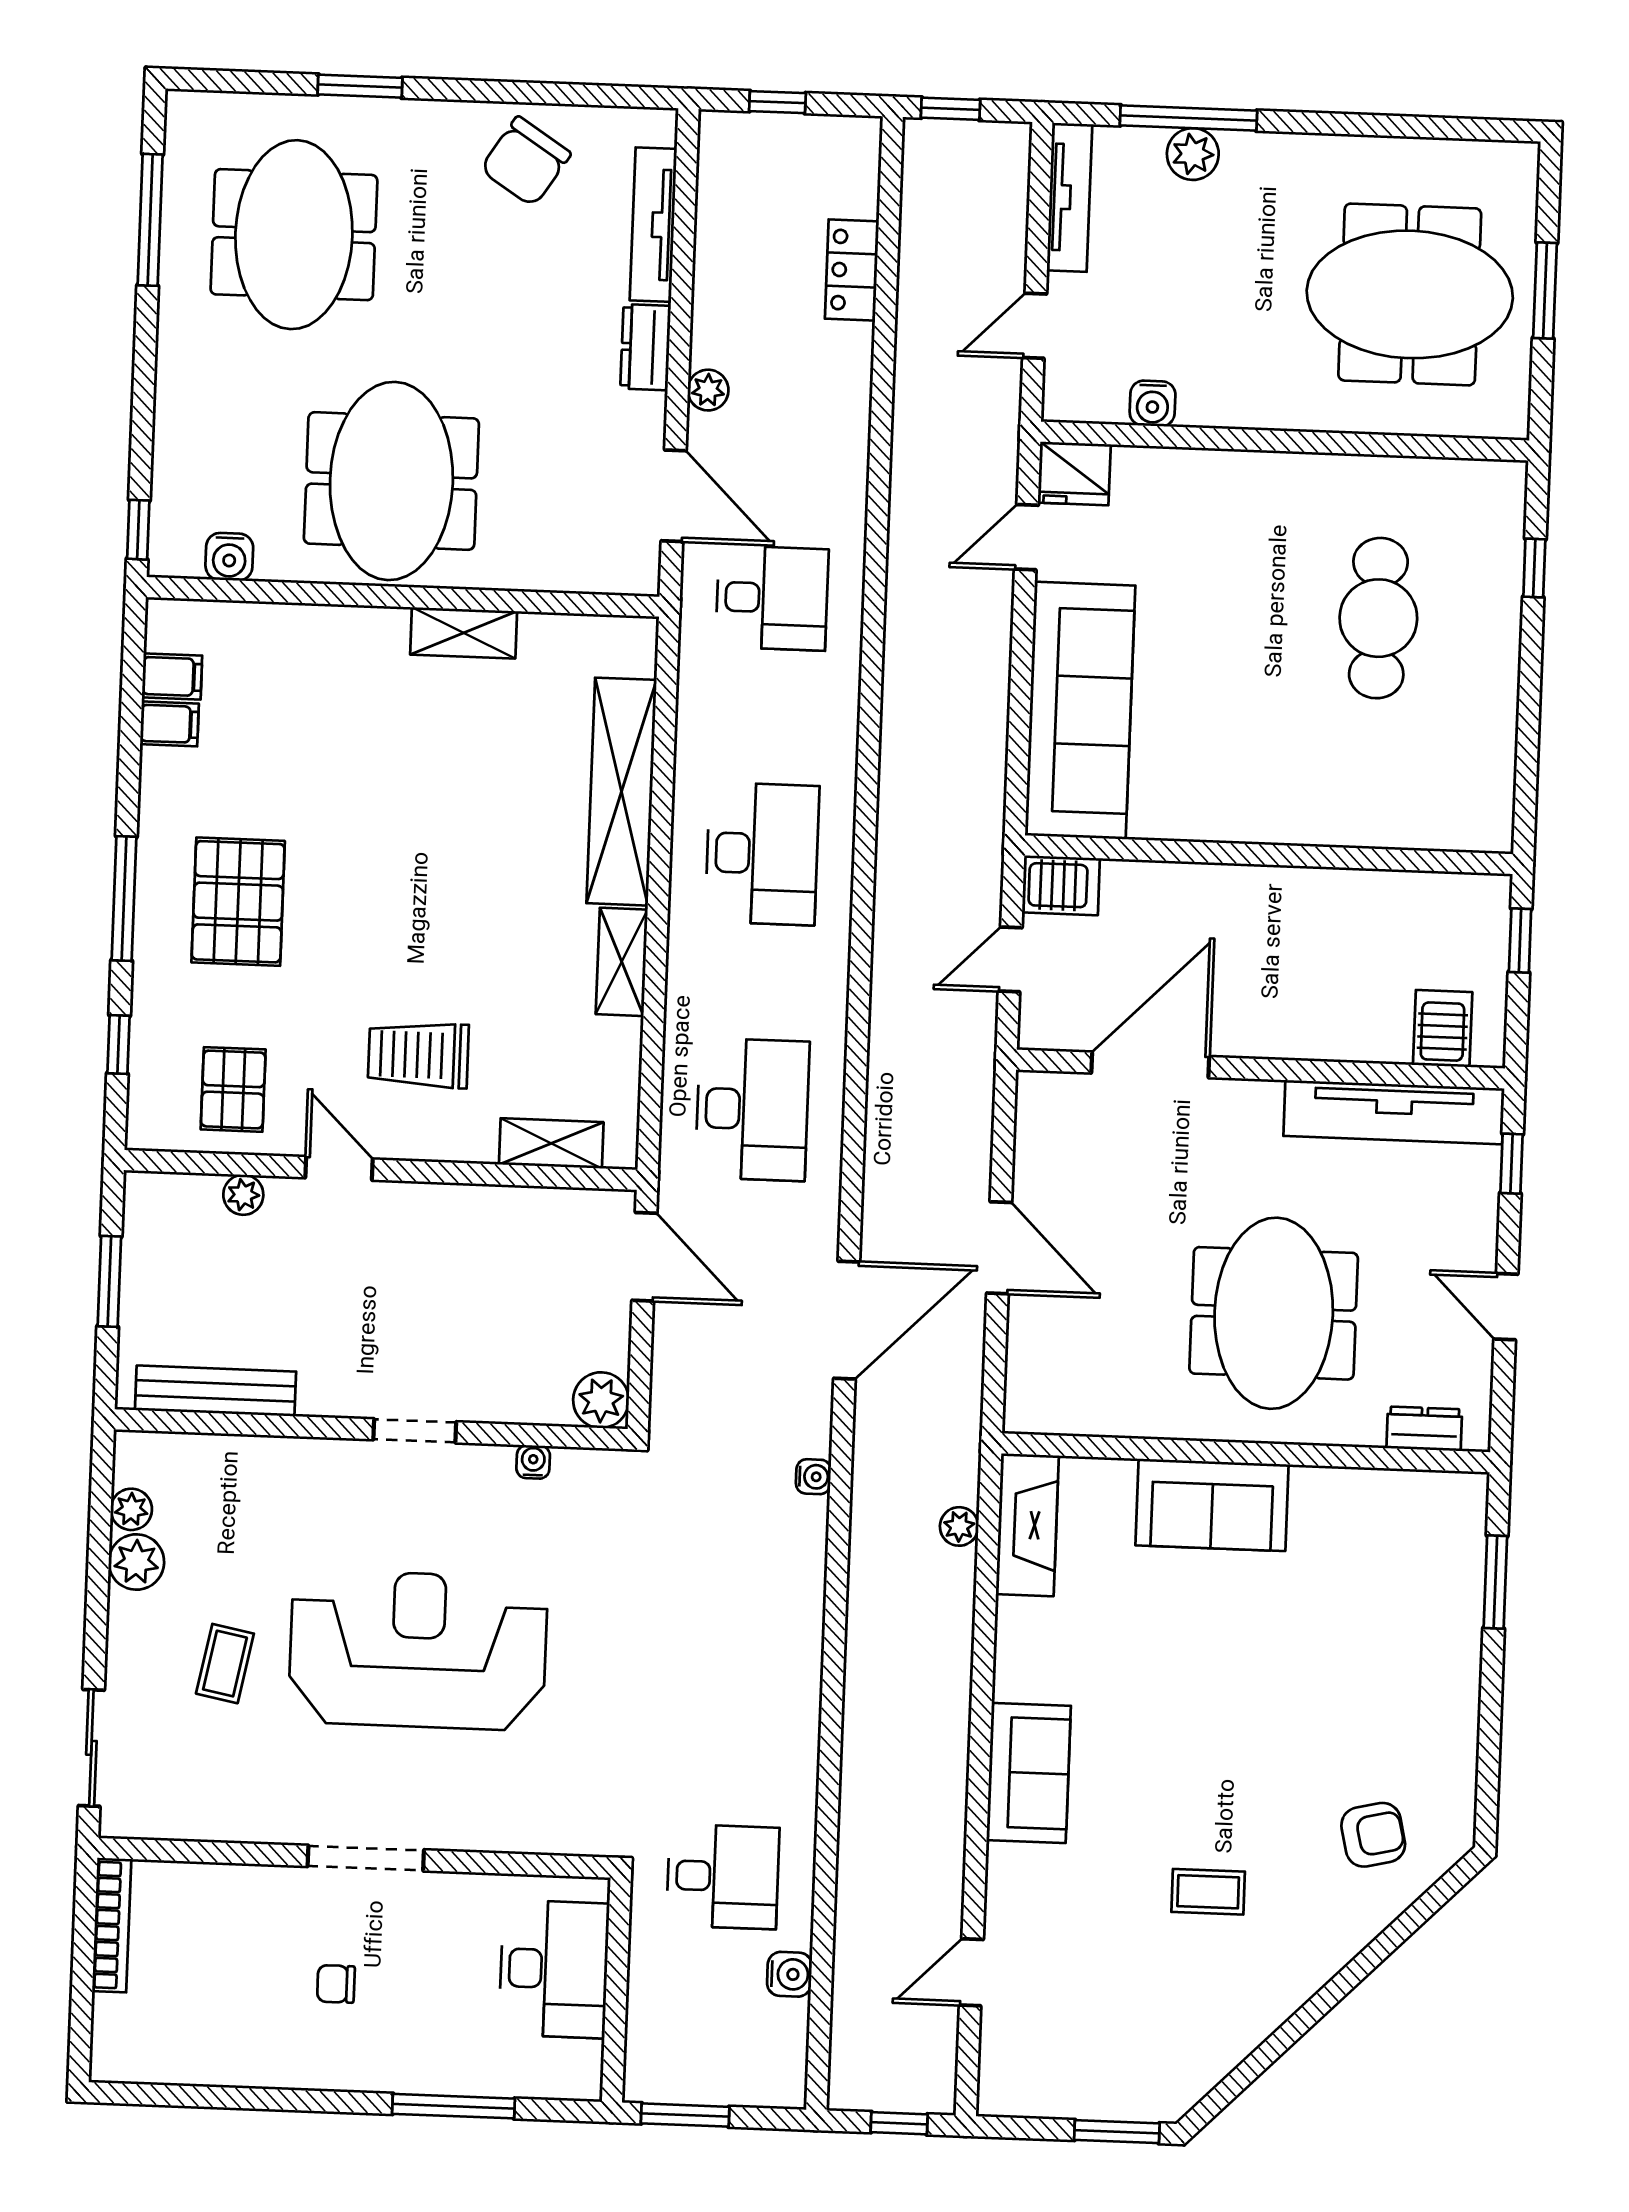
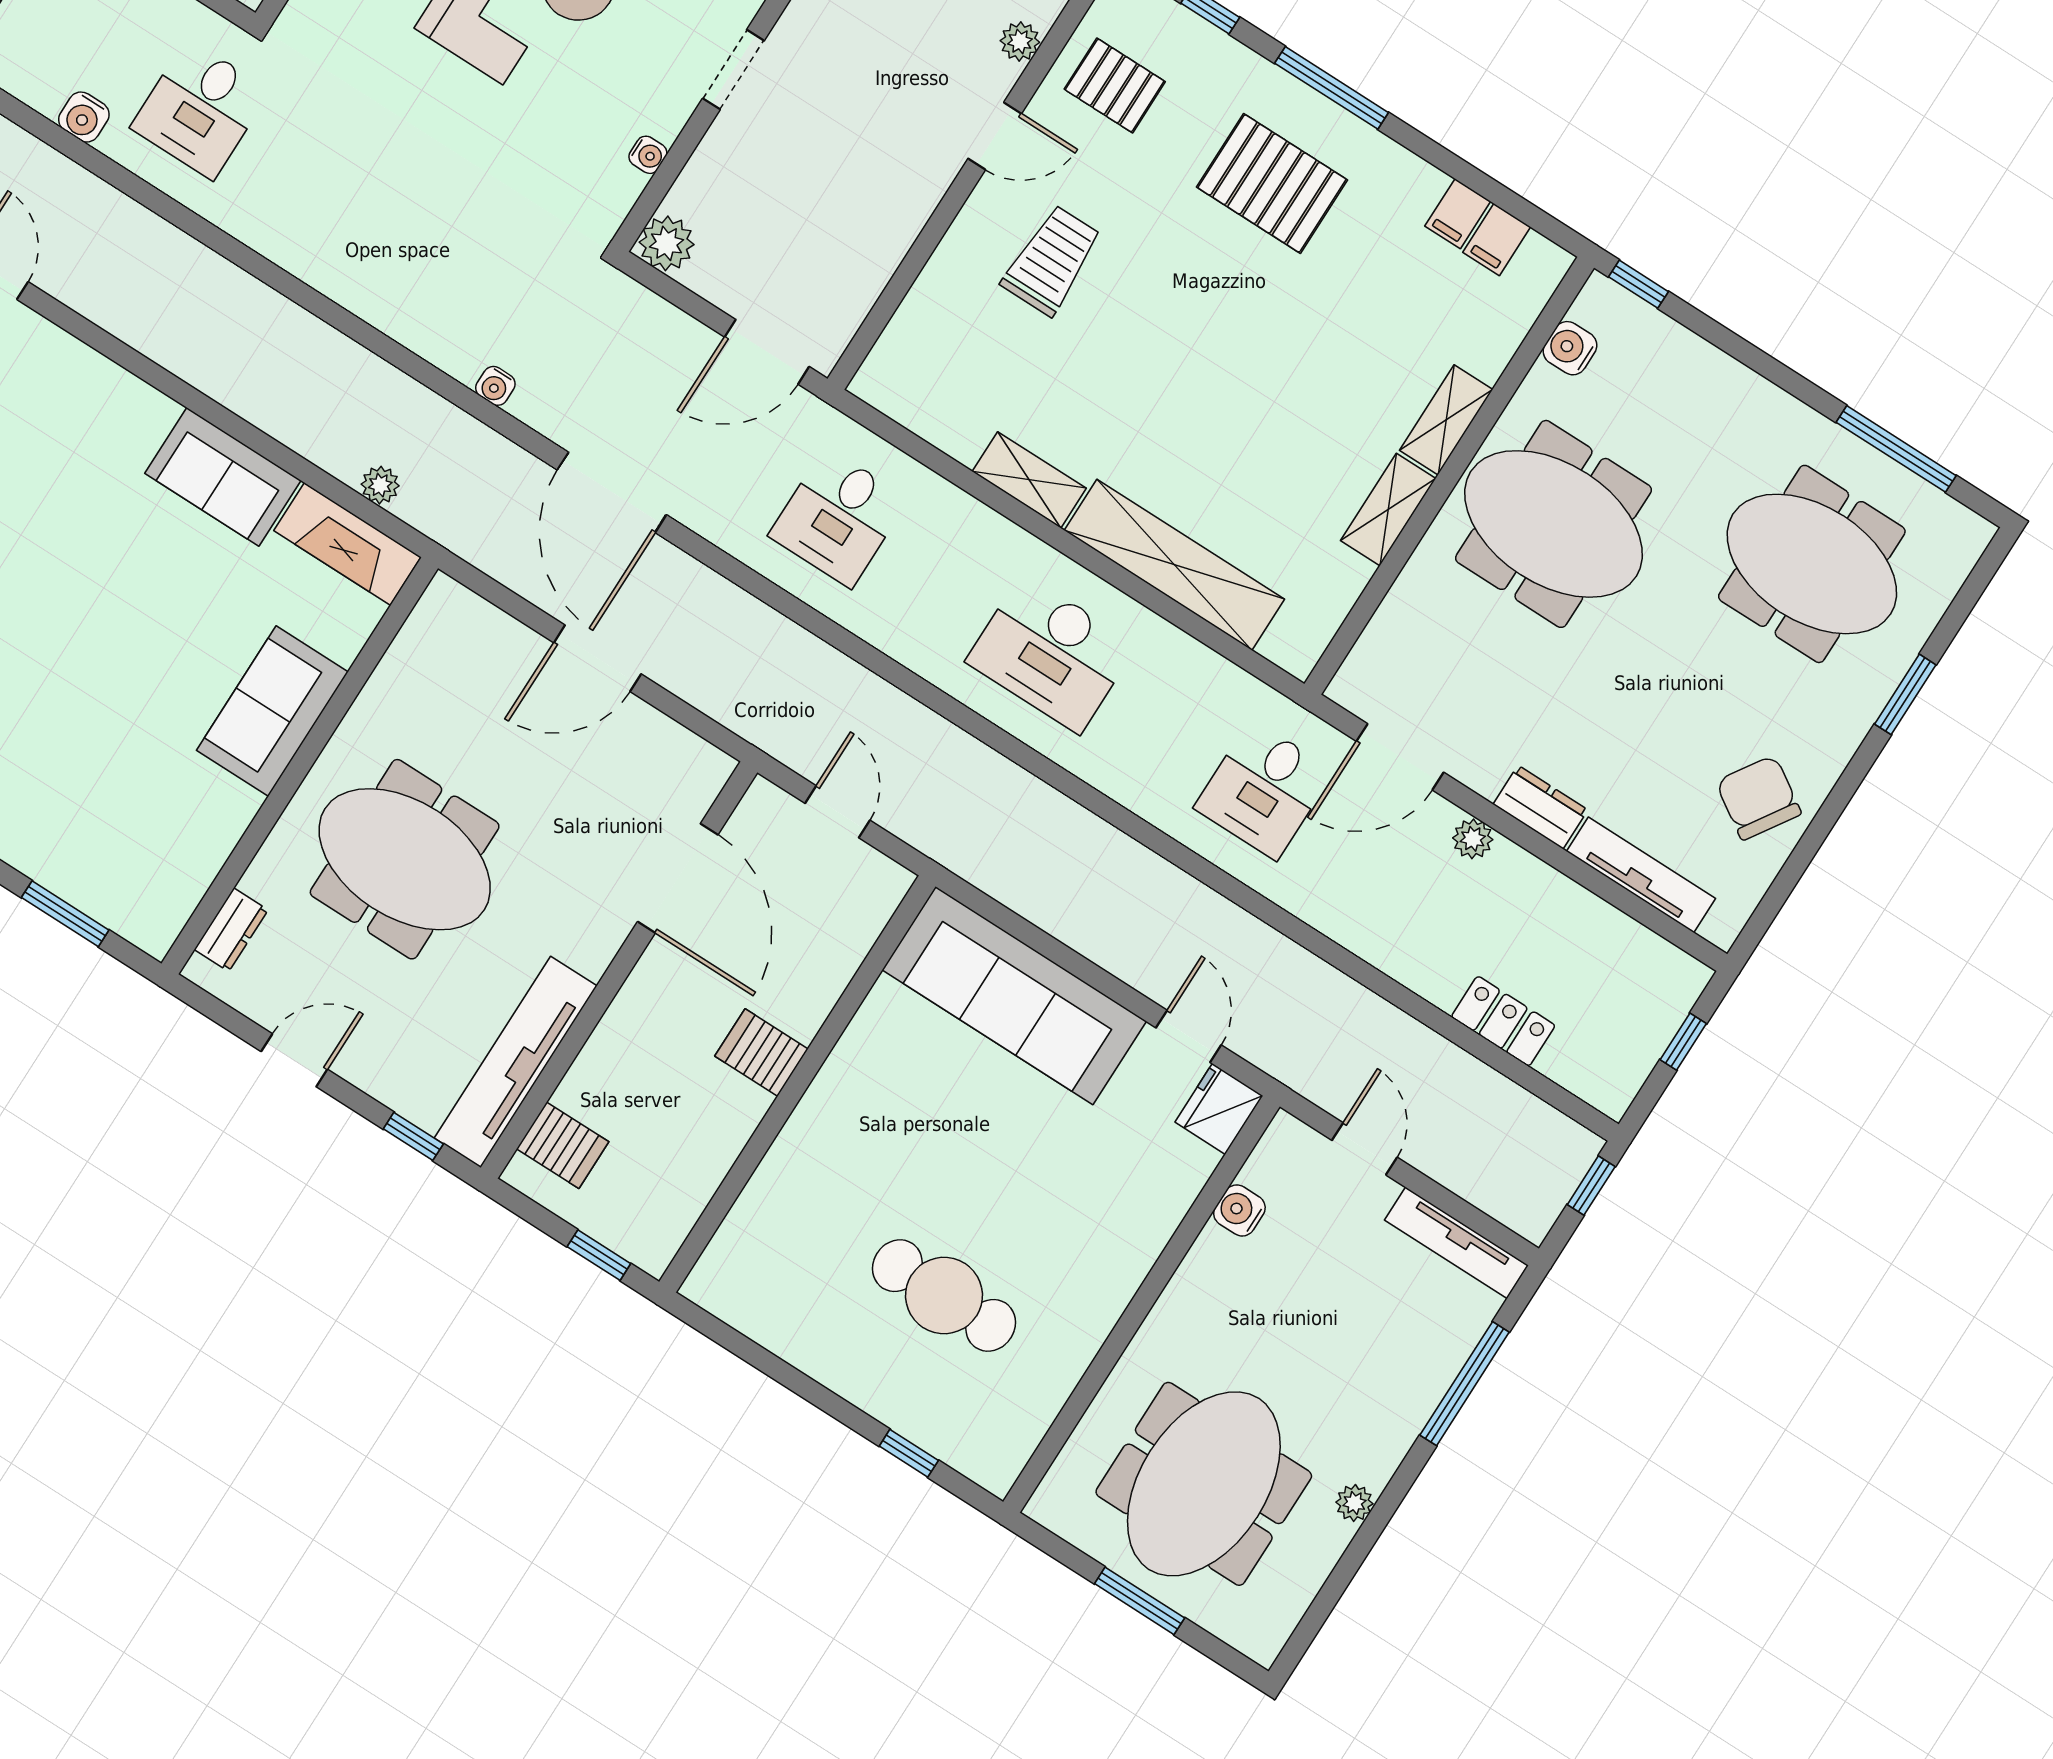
plant: (1193, 154) -> (1354, 1503), moved, width x0.73, depth x0.73
server rack: (1061, 885) -> (761, 1052), moved, turned 90
desk: (752, 1109) -> (838, 517), width x0.73
shelving: (551, 1143) -> (1446, 420), moved
sofa: (1029, 1773) -> (223, 477), moved

